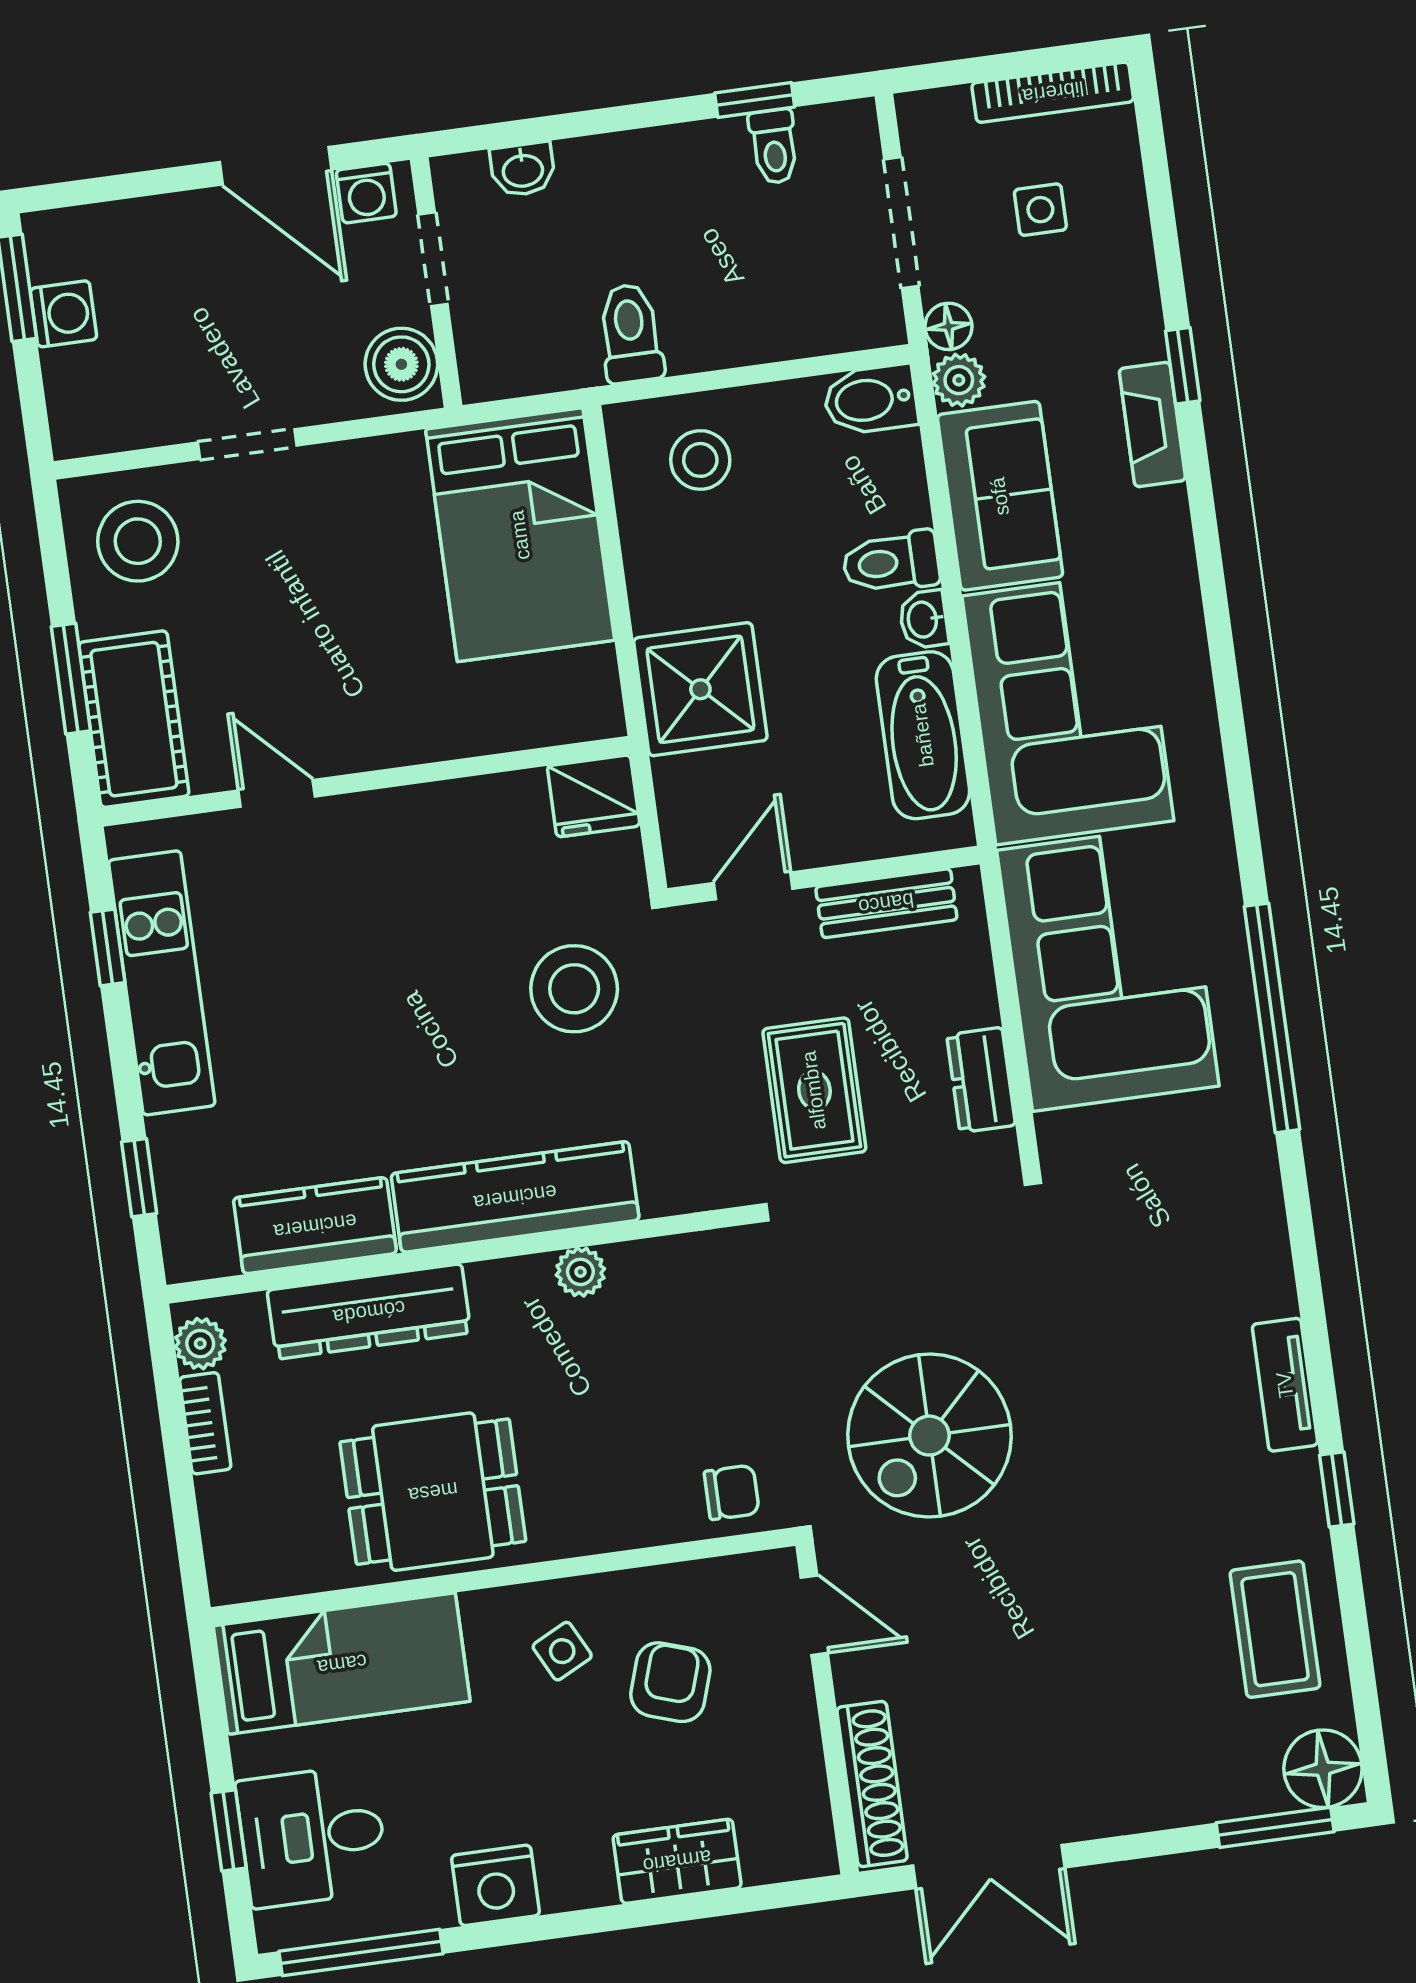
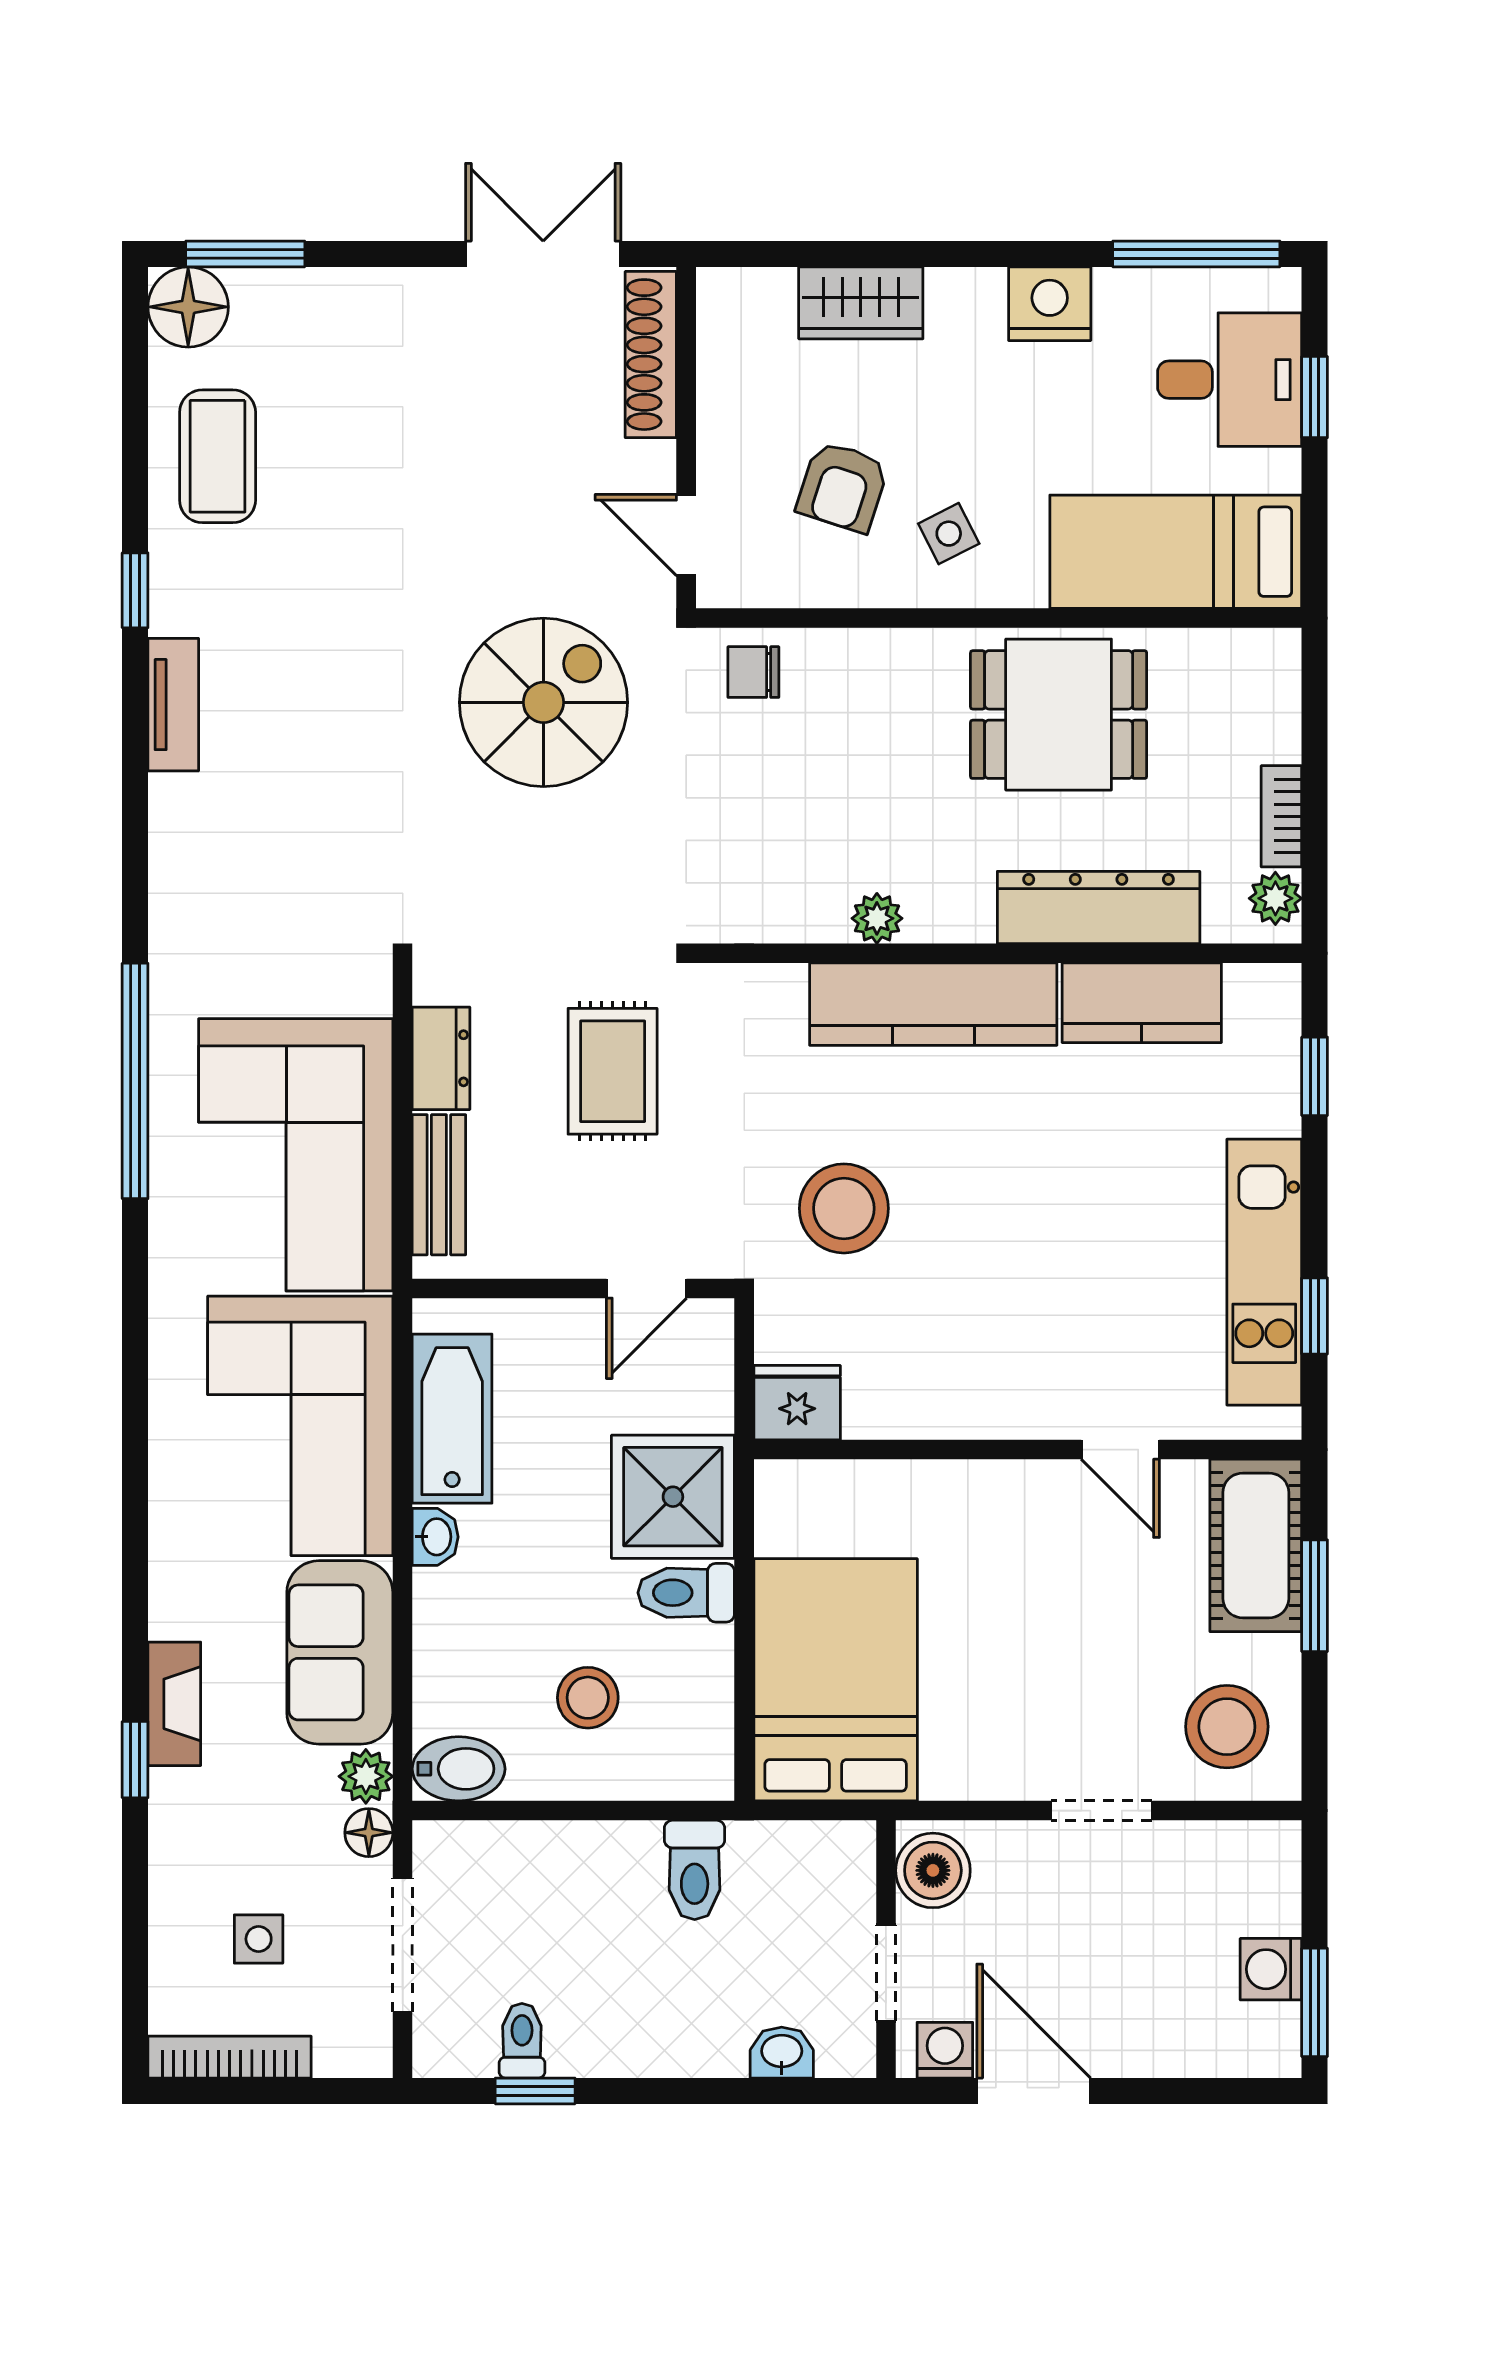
stool: (700, 460) -> (588, 1698), moved
toilet: (891, 562) -> (686, 1593), moved, turned 180
bench: (886, 903) -> (439, 1185), moved, turned 90

